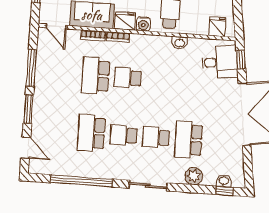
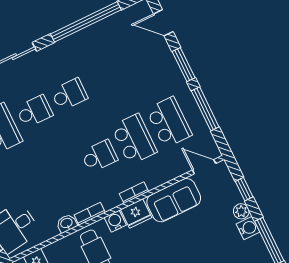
bookcase: (93, 35) -> (90, 214), moved
school desk: (91, 133) -> (169, 122), moved

